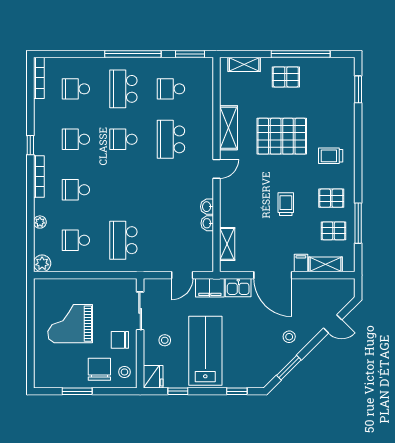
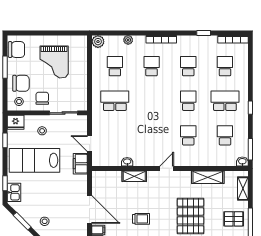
window: (133, 54) -> (250, 108), width x0.32
pallet: (286, 77) -> (234, 219), turned 90
shelving: (229, 128) -> (208, 177), moved
school desk: (171, 139) -> (188, 135), width x0.54
window: (30, 145) -> (204, 33), moved
door: (216, 169) -> (167, 168), swing flipped
washbasin: (207, 207) -> (242, 162), moved
shelving: (227, 244) -> (134, 176), moved
door: (273, 275) -> (89, 209), swing flipped
kitchen sink: (238, 288) -> (14, 192), moved, turned 180
grand piano: (70, 324) -> (54, 62), turned 180
lab bench: (205, 351) -> (34, 160), turned 180
chair: (53, 375) -> (16, 50), added

